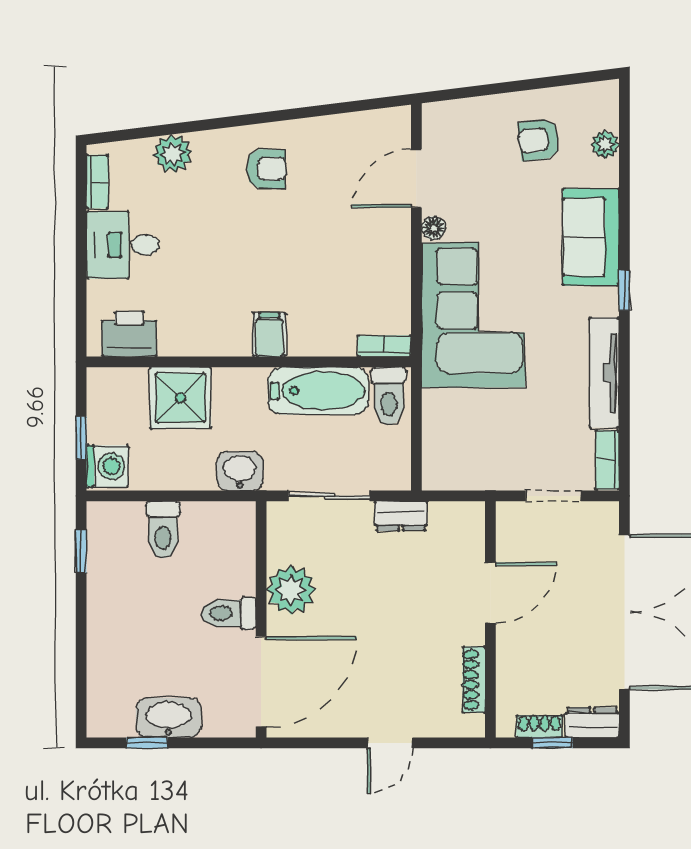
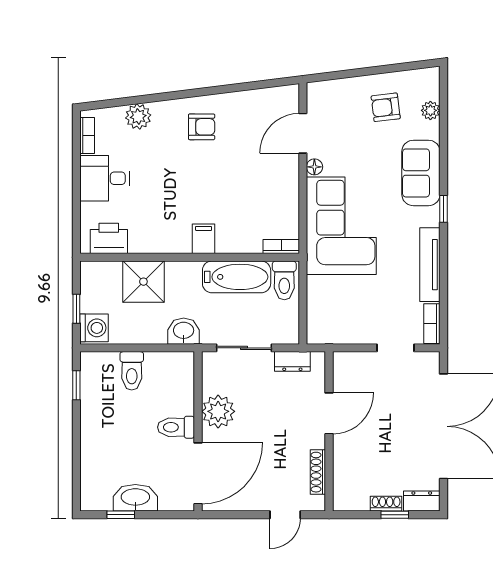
door: (490, 593) -> (329, 413), moved
wall: (490, 619) -> (329, 431), moved
shoe rack: (474, 680) -> (318, 472), moved

